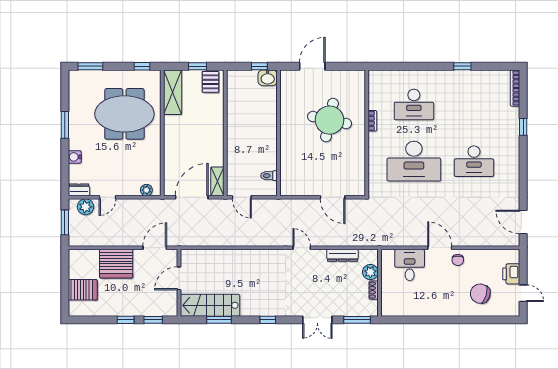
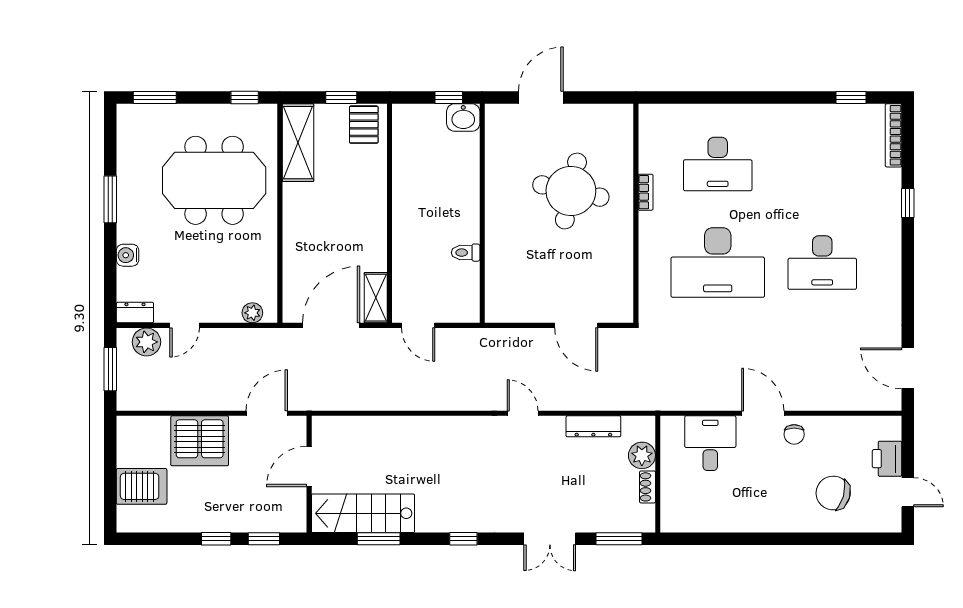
window: (462, 66) -> (851, 97), moved
toilet: (269, 176) -> (466, 253), moved

